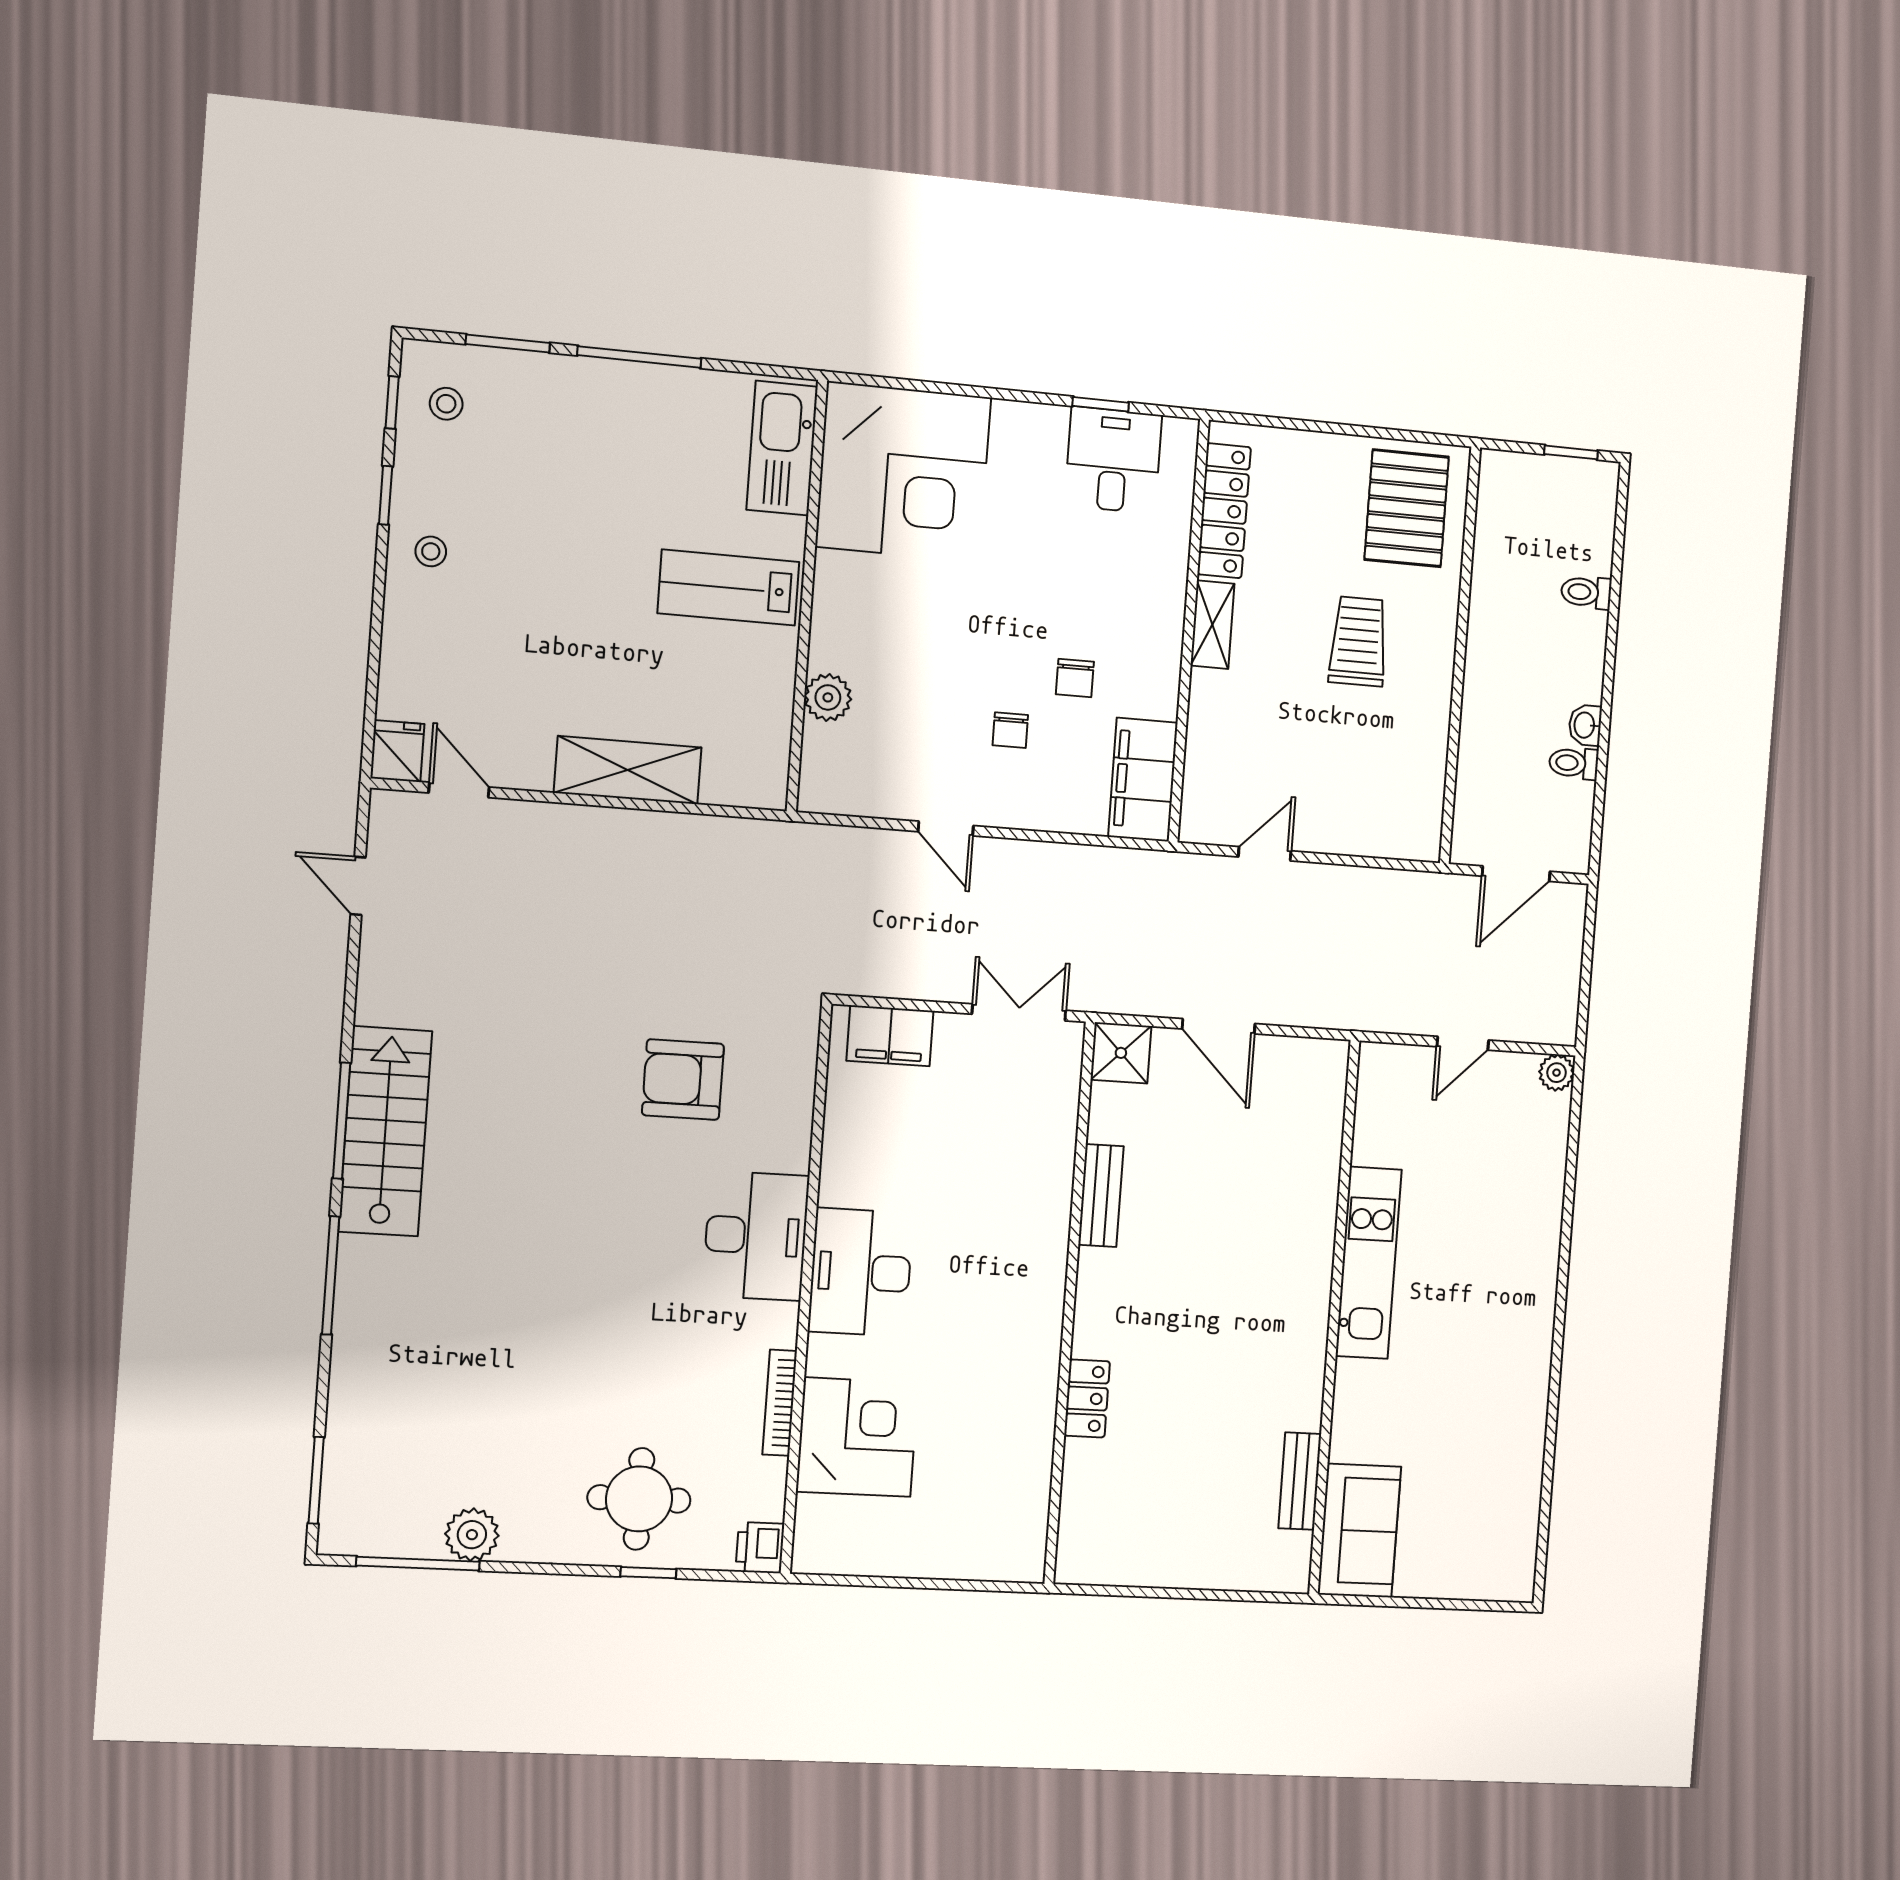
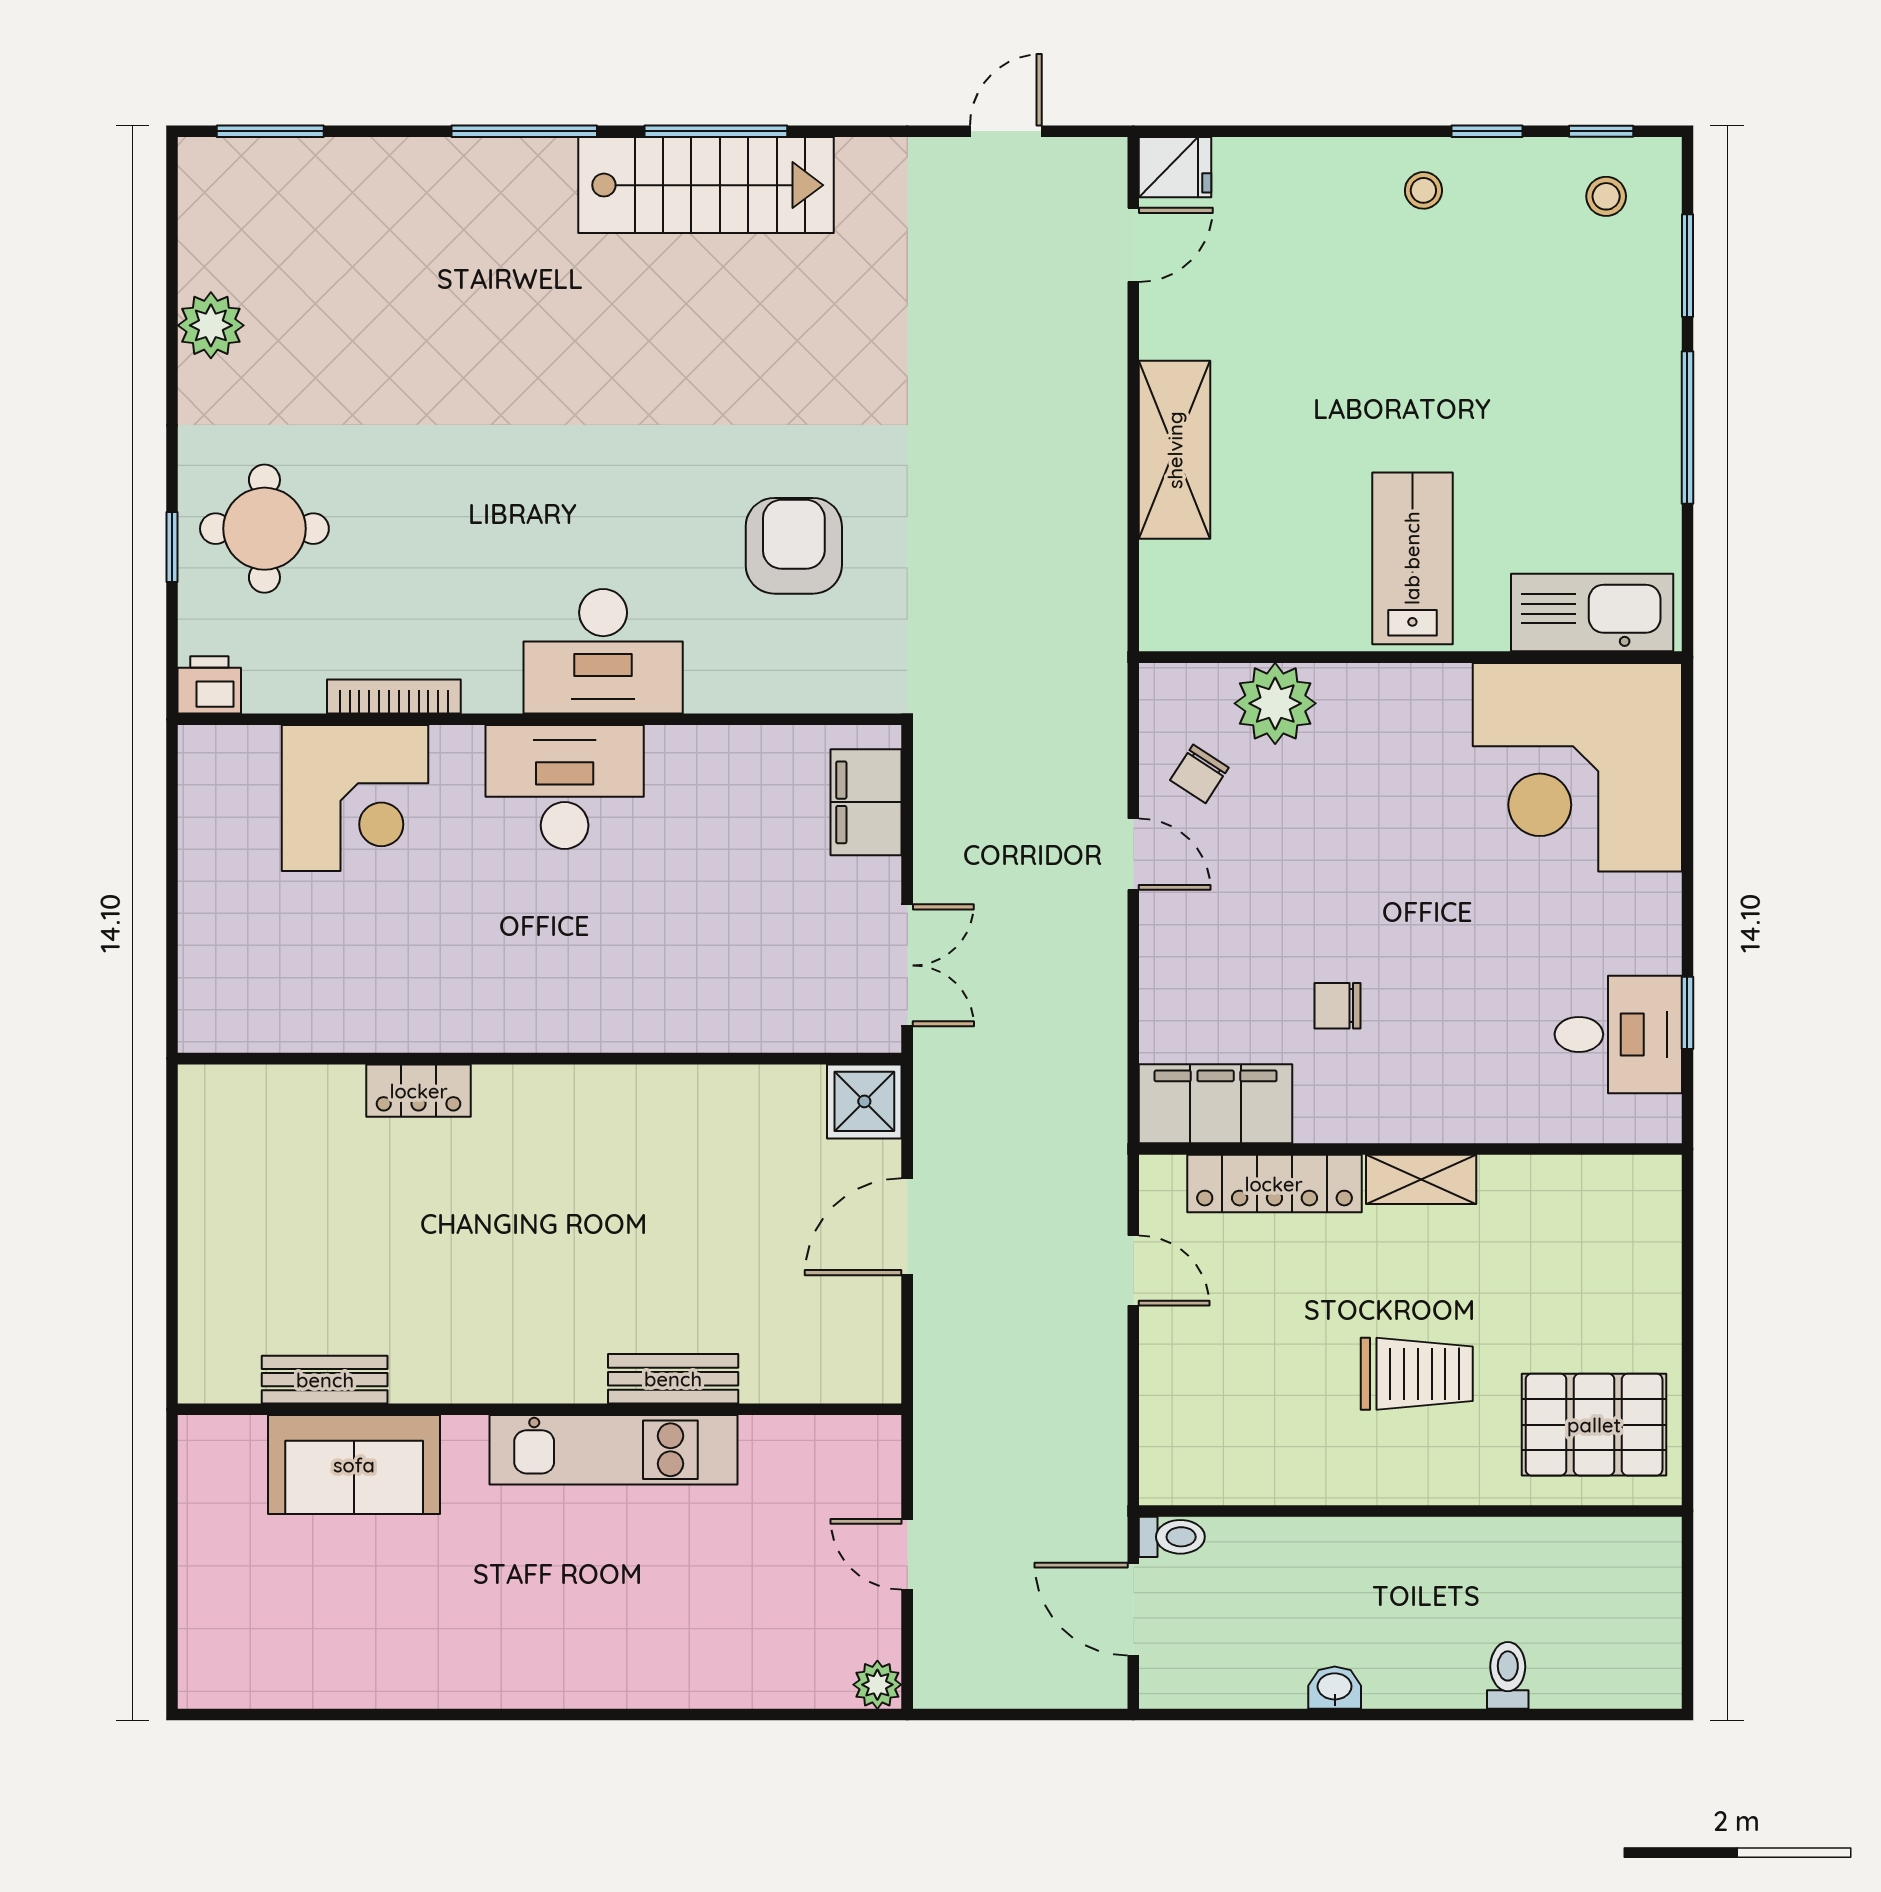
window: (1571, 452) -> (1687, 1640), removed
locker: (1224, 511) -> (1274, 1184), moved
plant: (828, 697) -> (1275, 703), width x1.36, depth x1.36
chair: (1010, 730) -> (1199, 774), moved, turned -57
toilet: (1574, 763) -> (1172, 1537), moved, turned 90
door: (946, 829) -> (1133, 854), swing flipped
bench: (1101, 1196) -> (673, 1379), moved
sofa: (1359, 1531) -> (354, 1465), moved
window: (418, 1564) -> (172, 262), removed

